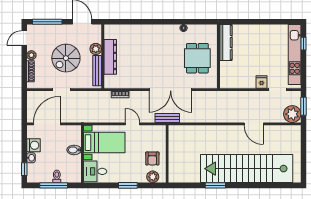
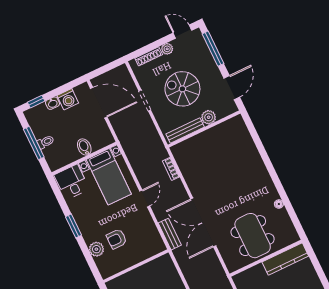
dresser: (110, 57) -> (207, 138), removed
dining table: (197, 58) -> (253, 236), width x1.38
wall: (167, 154) -> (136, 266), moved

